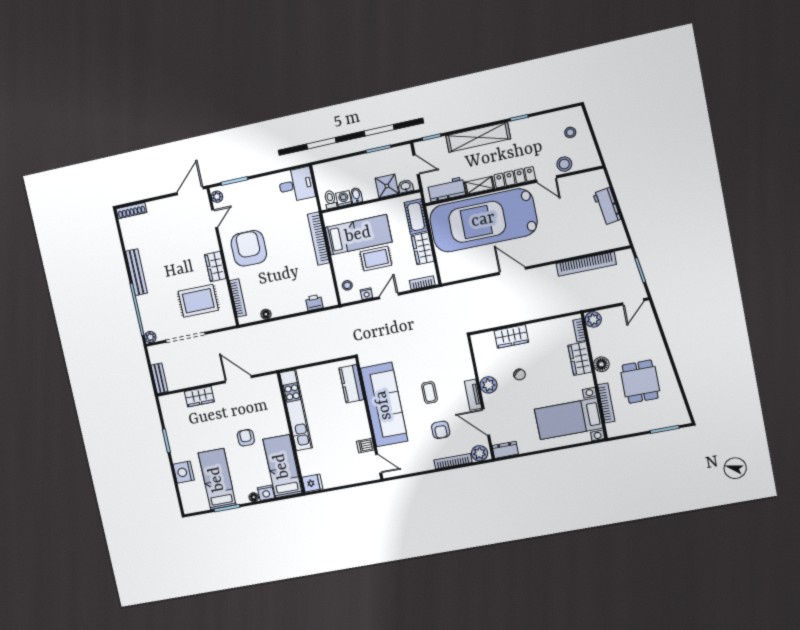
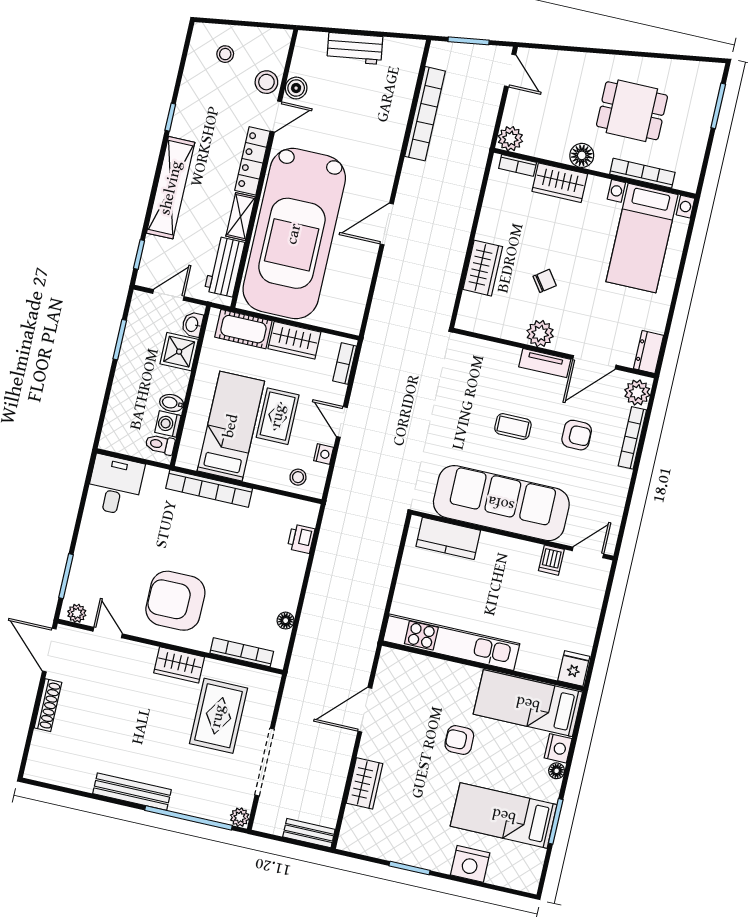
boiler: (568, 183) -> (296, 88), added
shoe rack: (131, 211) -> (48, 705), moved

